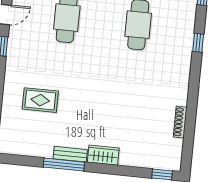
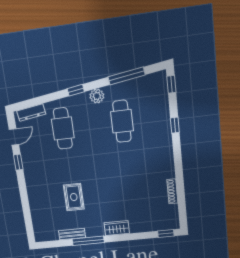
rug: (40, 100) -> (74, 197), moved, turned 90
bench: (70, 154) -> (72, 234), moved

